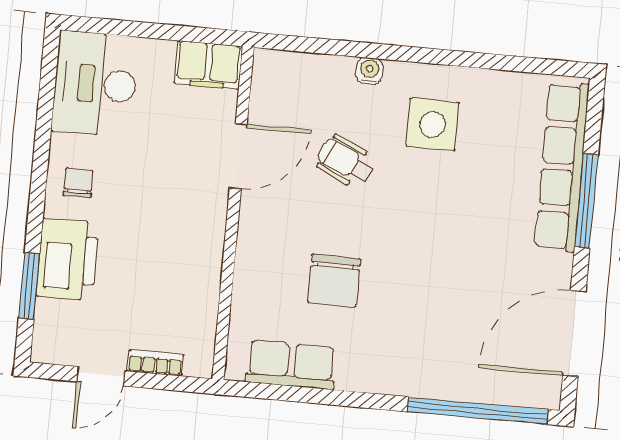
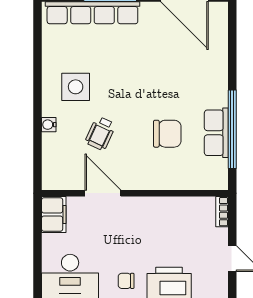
bookcase: (155, 363) -> (222, 212), moved
row of seats: (291, 365) -> (216, 133), moved
window: (478, 411) -> (232, 129), moved

